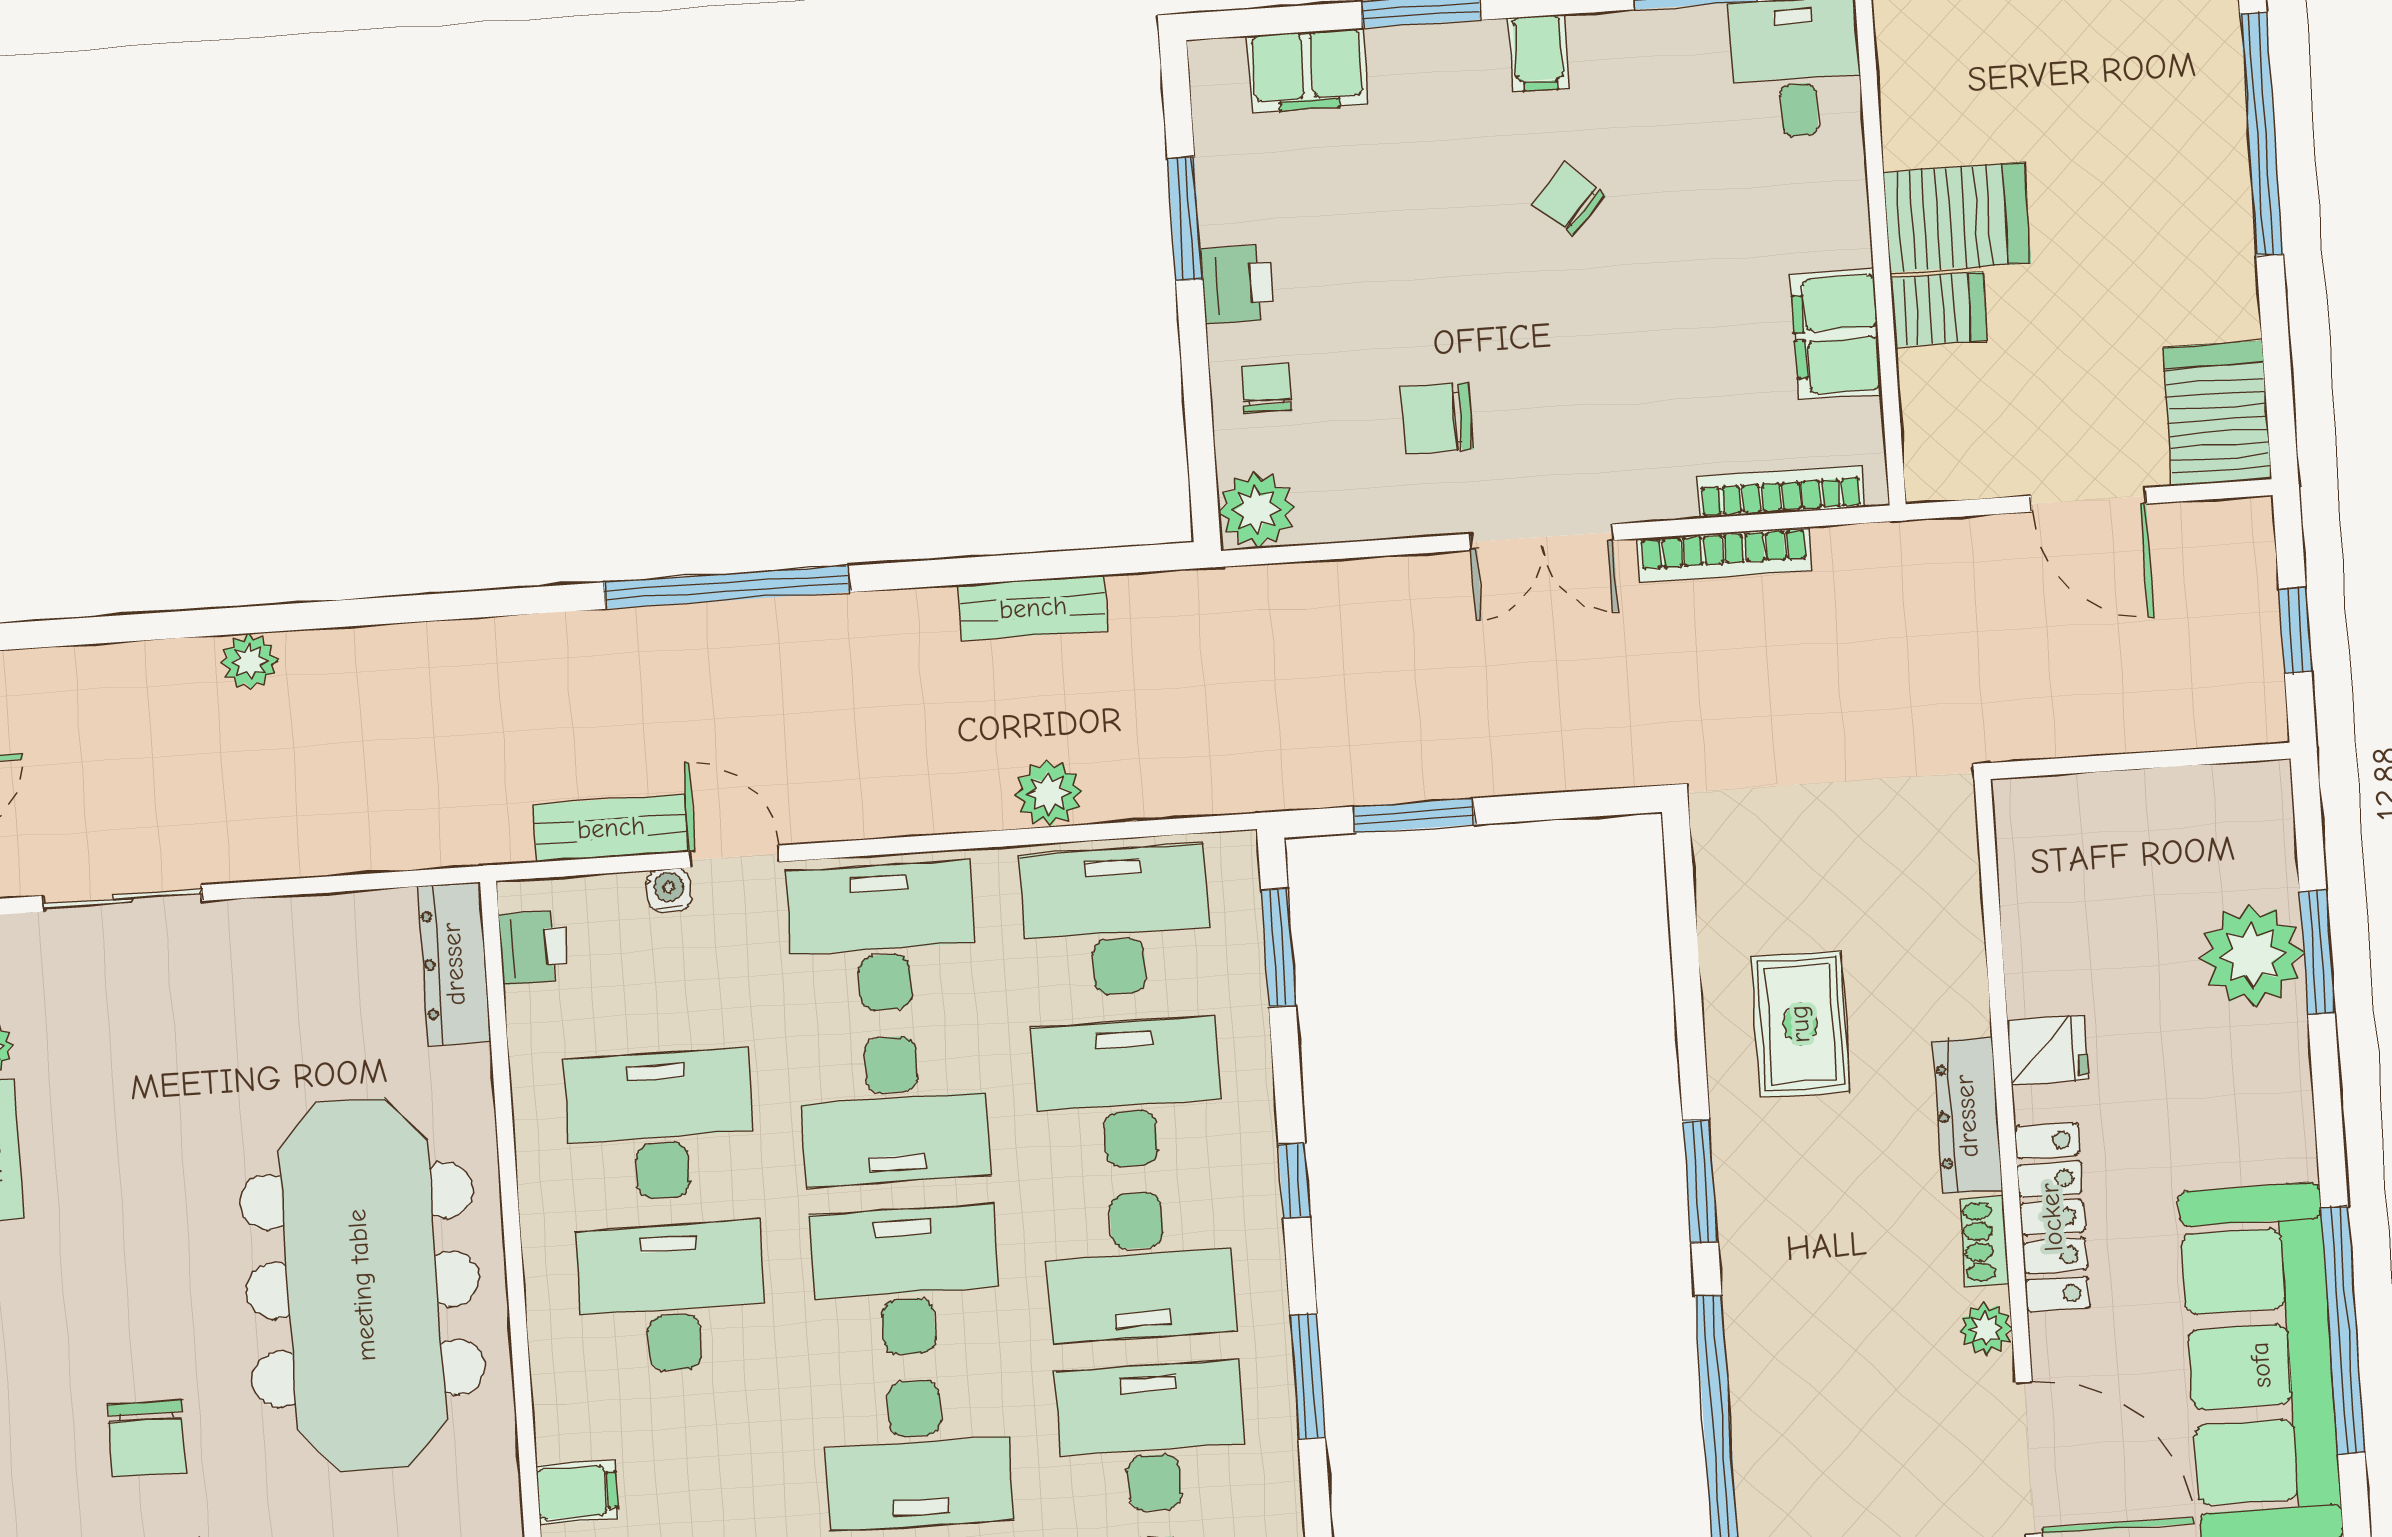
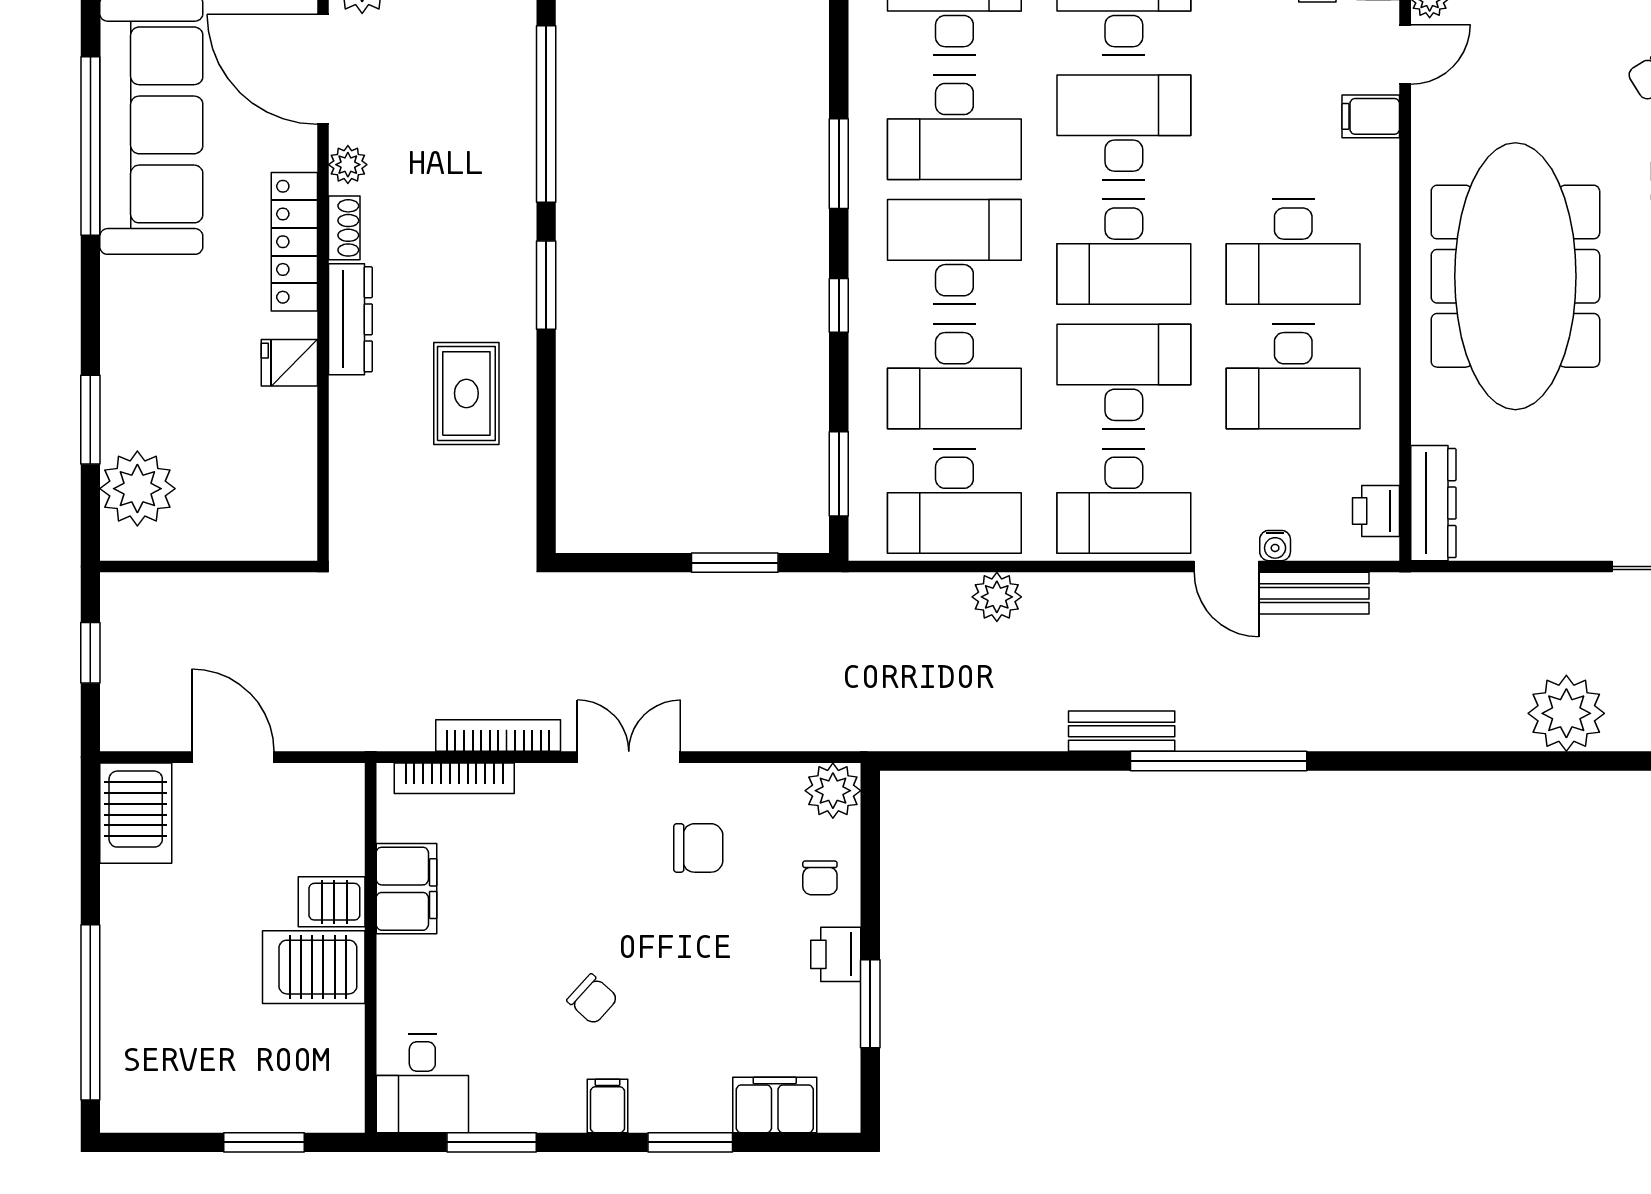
bench: (1033, 608) -> (1122, 731), moved
plant: (249, 661) -> (1566, 713), width x1.87, depth x1.87
plant: (2252, 956) -> (137, 489), moved

